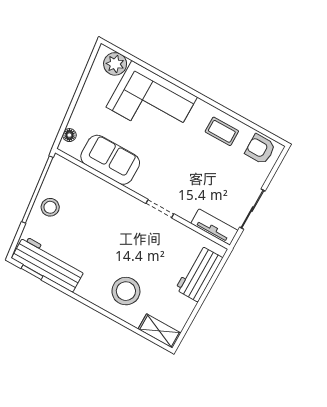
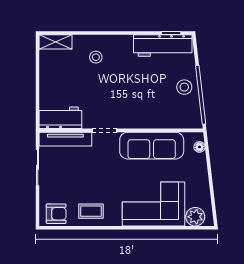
sofa: (110, 160) -> (152, 146), width x1.36
tv unit: (214, 227) -> (65, 139), width x1.41
workbench: (199, 274) -> (60, 118), moved, turned -90
stool: (126, 291) -> (96, 57), width x0.53, depth x0.53

